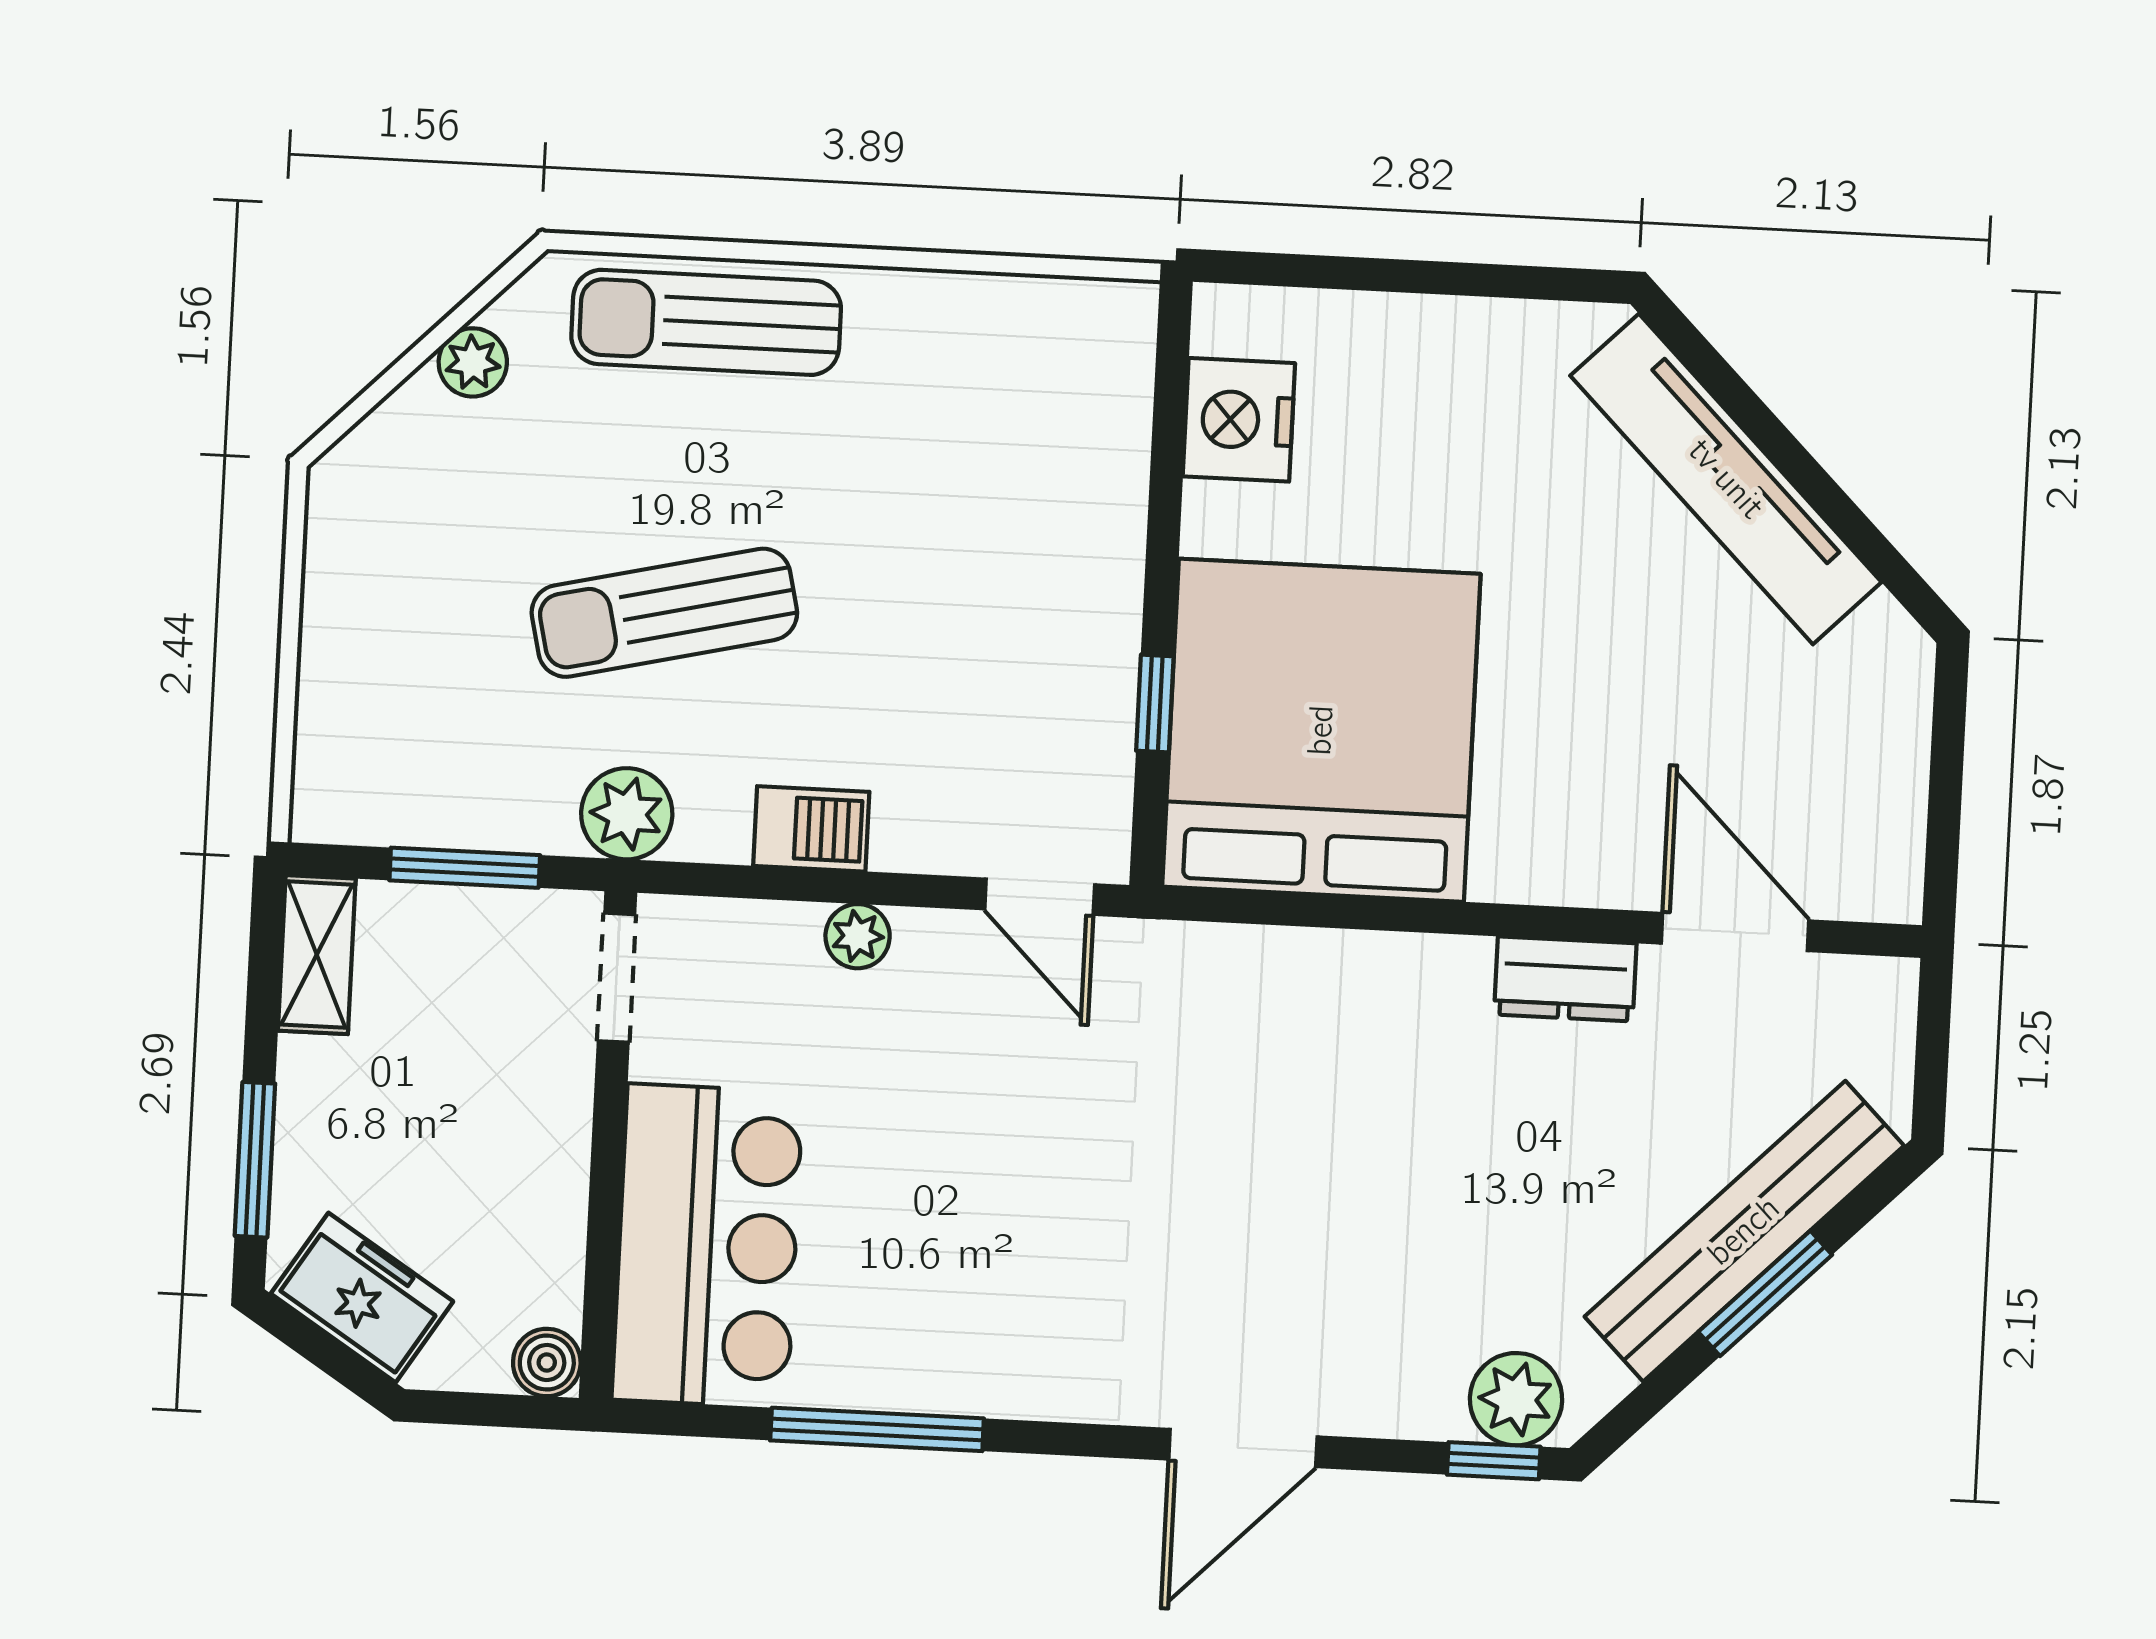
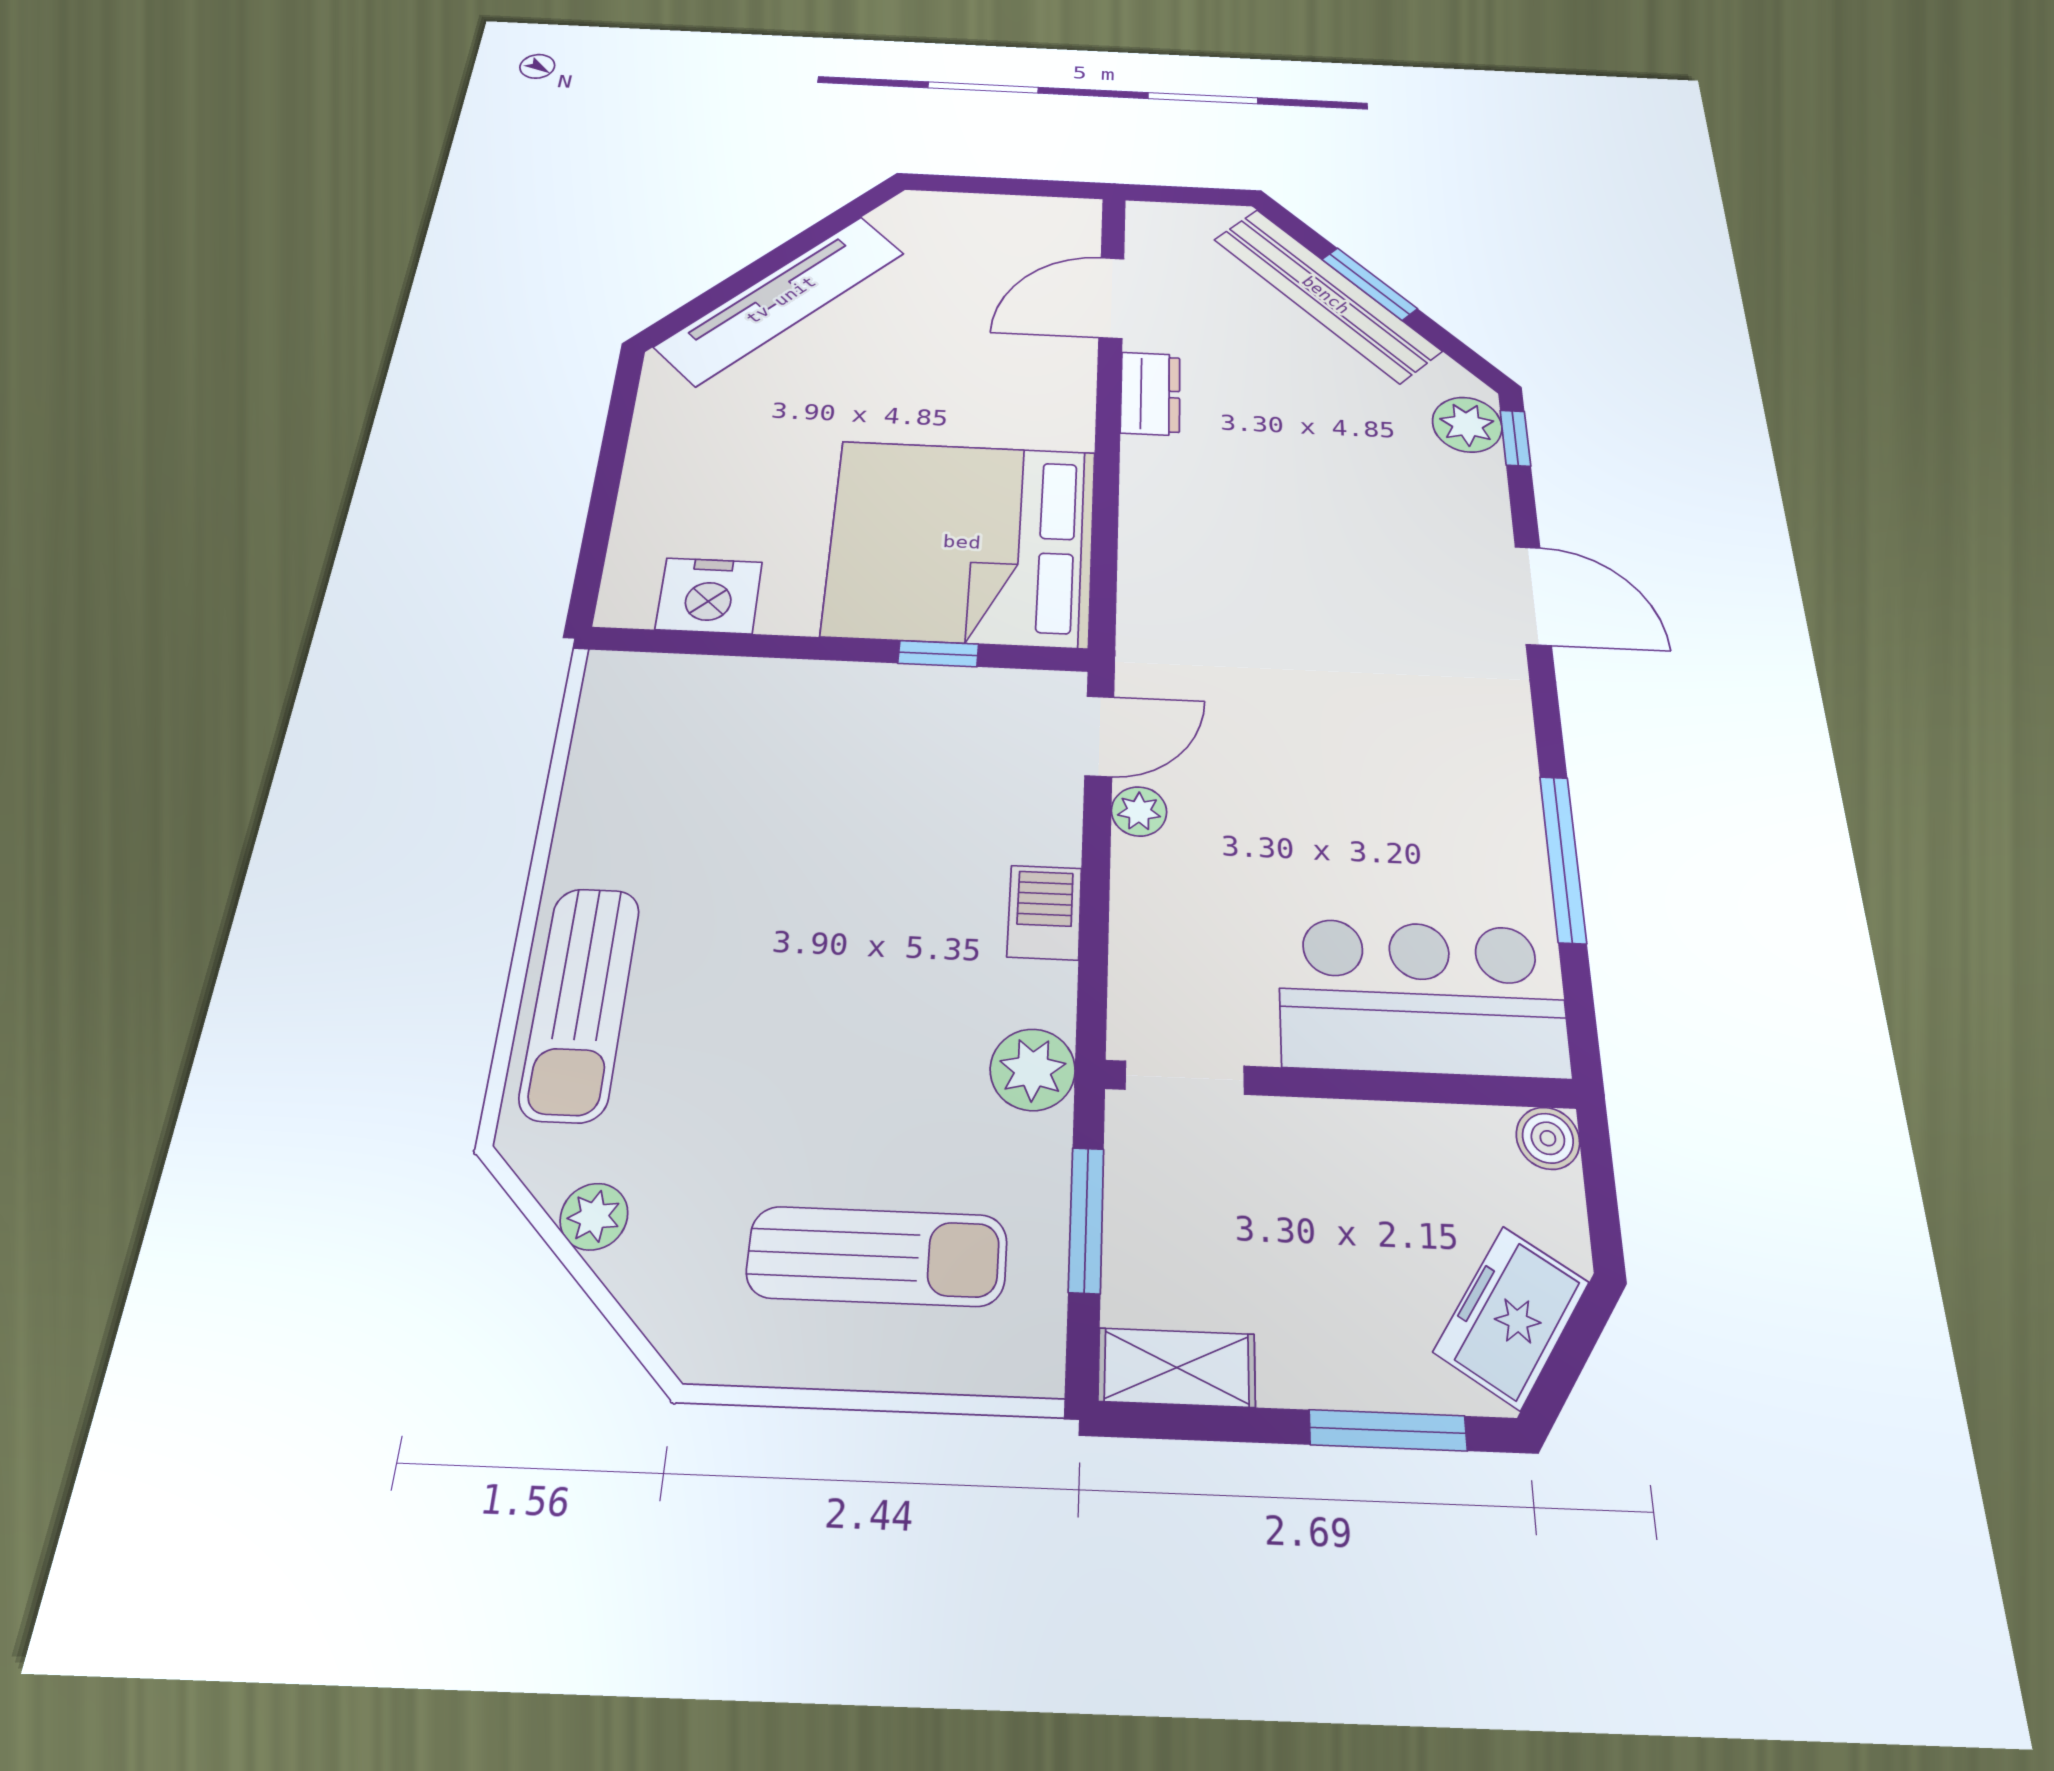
sun lounger: (664, 613) -> (877, 1256), moved, turned -77
plant: (858, 936) -> (1139, 811), moved

